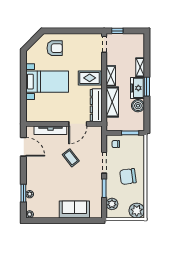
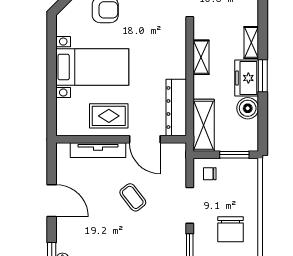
rug: (90, 78) -> (109, 116), moved
shelving: (112, 102) -> (204, 125), moved
door: (78, 124) -> (145, 139), hinge flipped
door: (23, 147) -> (52, 201), moved
chair: (128, 177) -> (230, 229), turned -82

